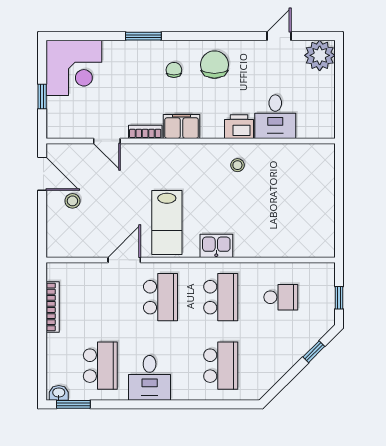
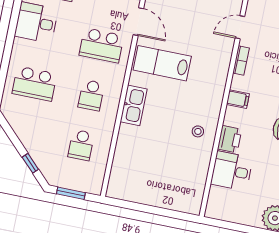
filing cabinet: (182, 126) -> (238, 99), width x0.50
kitchen sink: (216, 246) -> (134, 105), width x1.38
school desk: (221, 297) -> (91, 95), width x0.54
window: (339, 298) -> (71, 193), width x1.50

